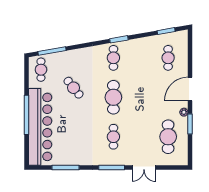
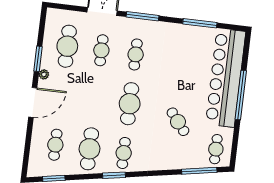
cafe table: (141, 58) -> (90, 149), added
cafe table: (141, 137) -> (101, 50), added

